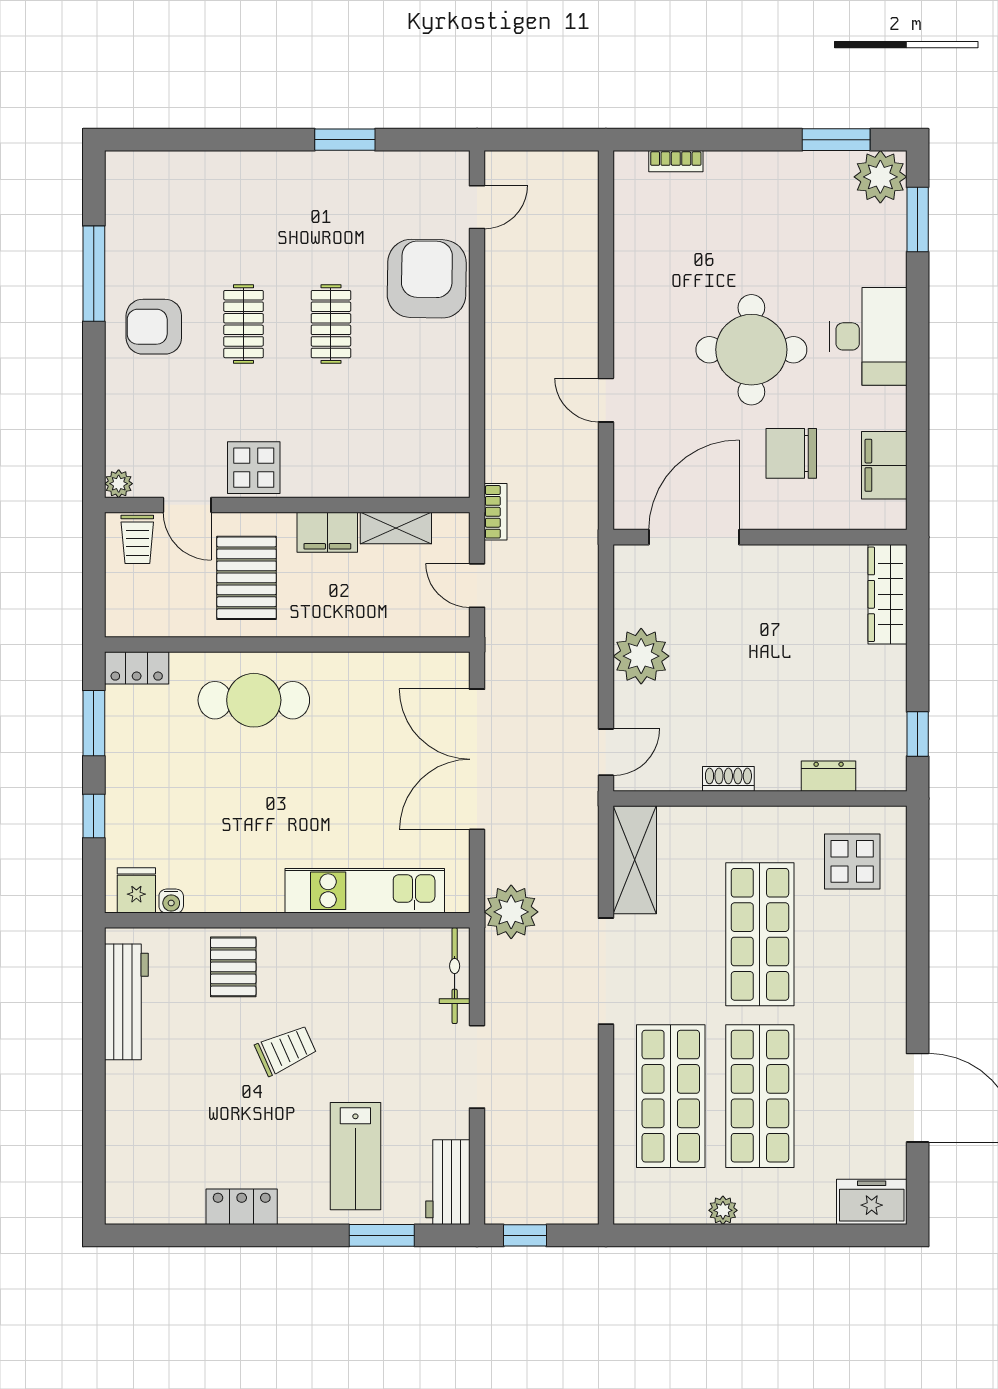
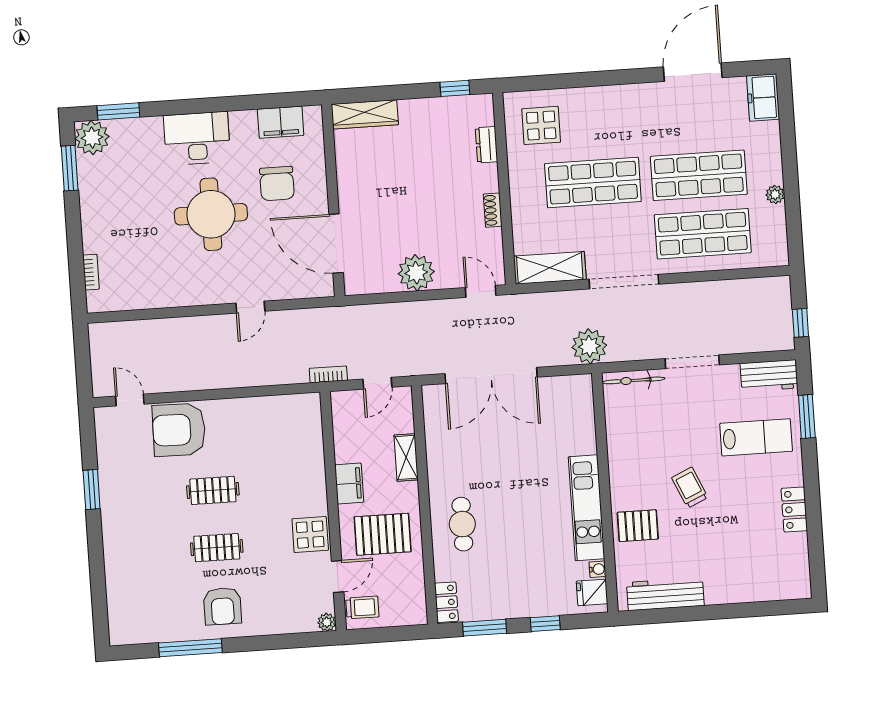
shelving: (396, 528) -> (406, 457), moved
cafe table: (254, 700) -> (462, 524), width x0.73, depth x0.74
kitchen unit: (365, 891) -> (586, 508), moved

